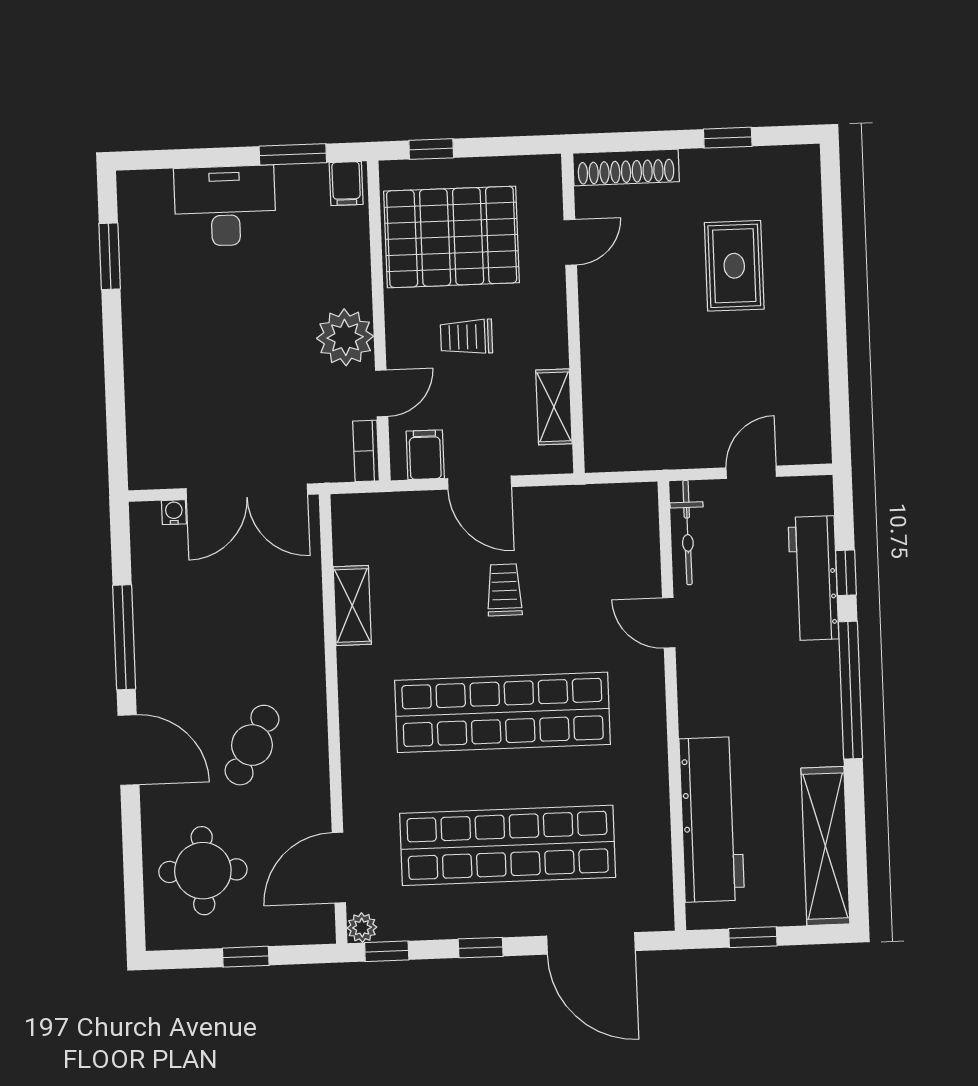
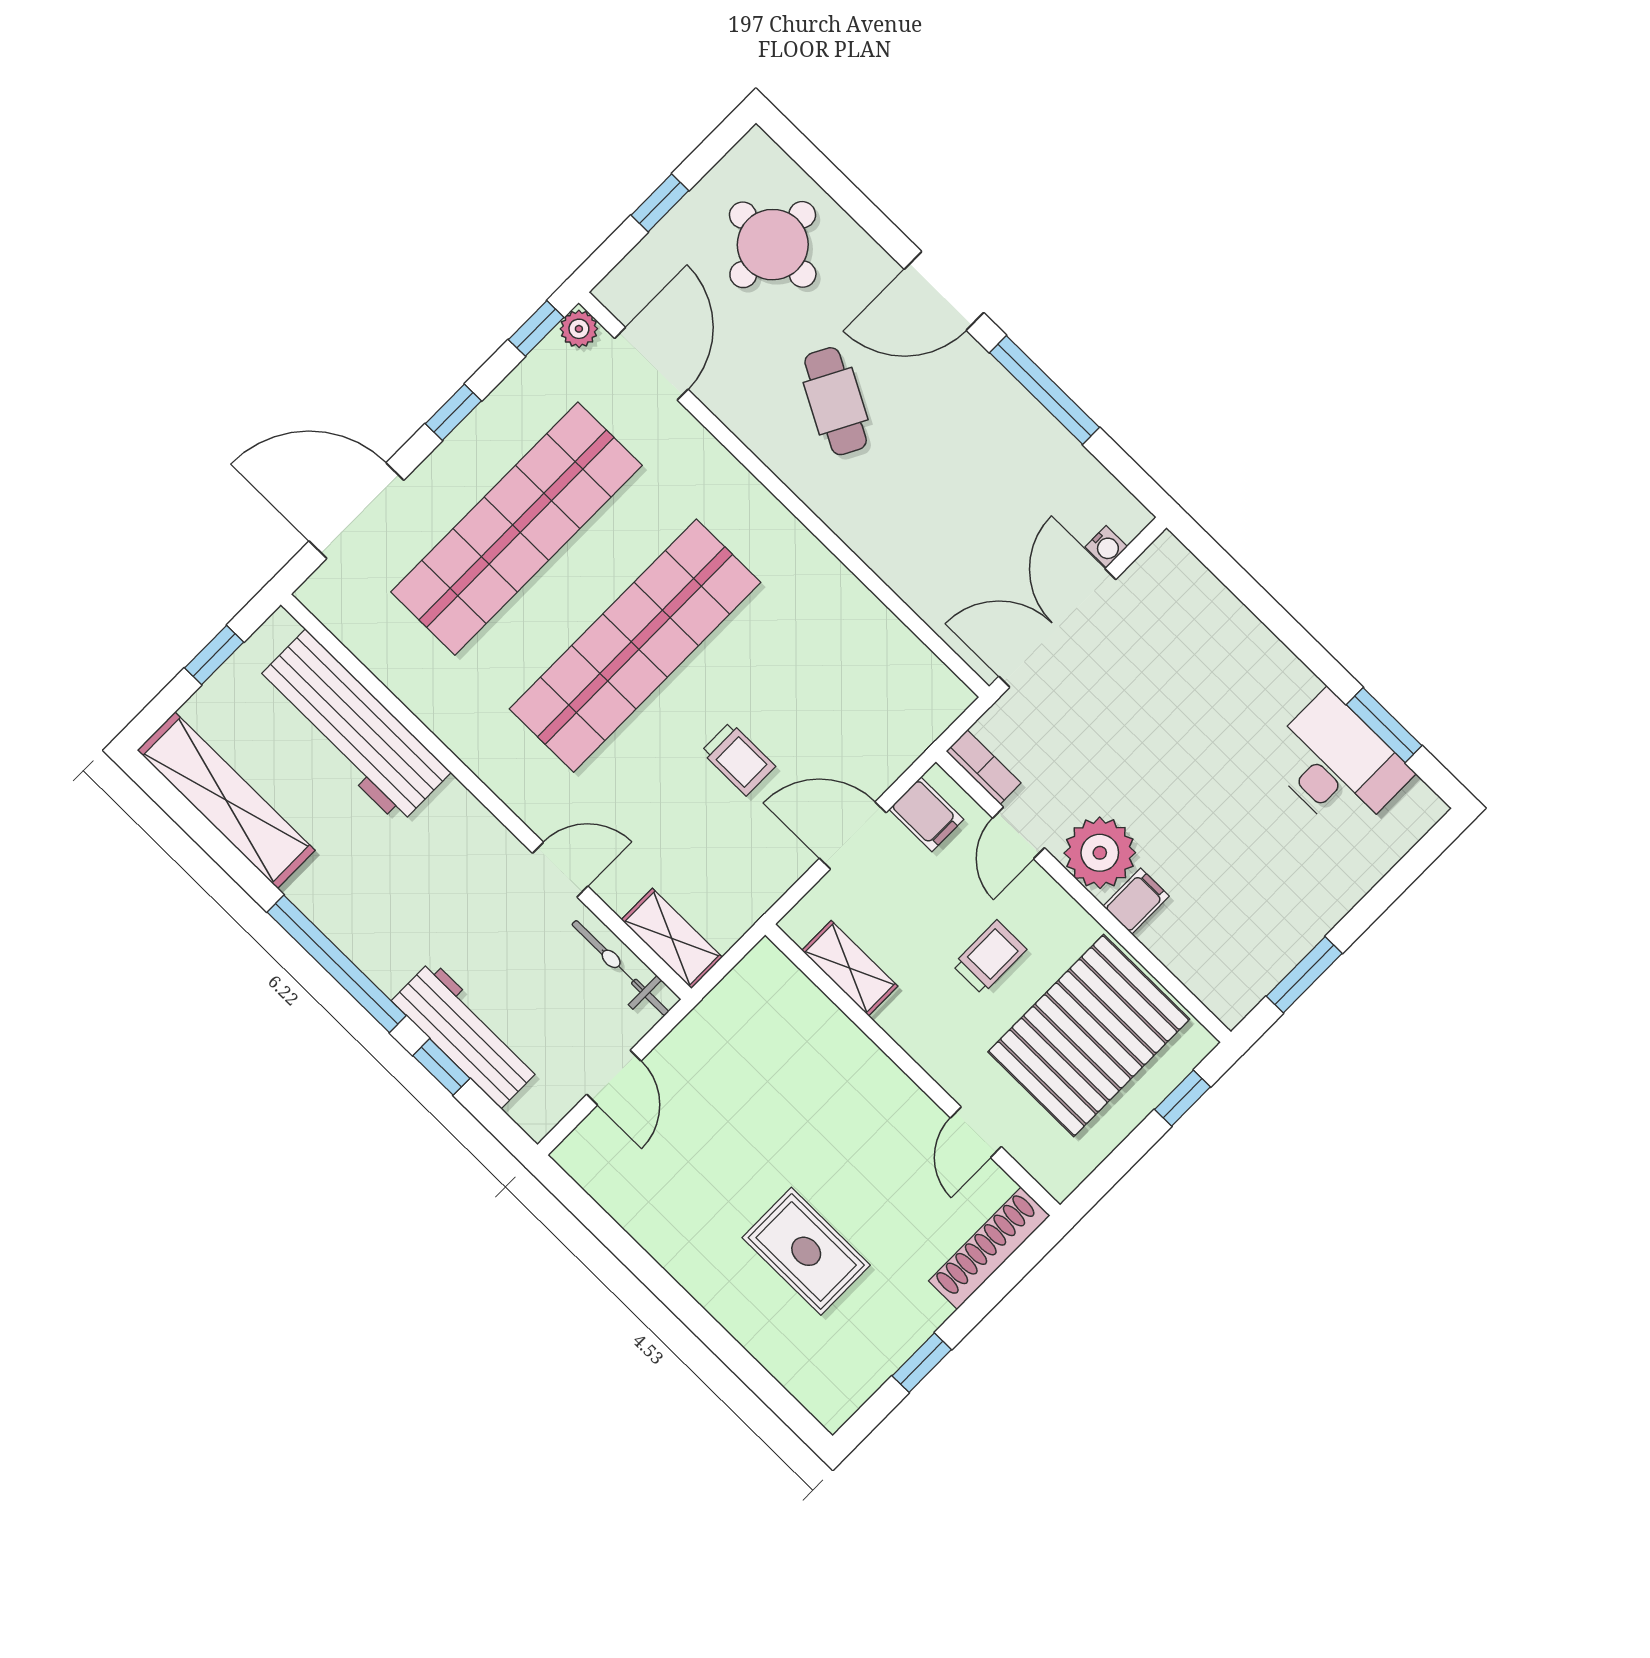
filing cabinet: (346, 183) -> (1136, 901), moved, turned 90
desk: (225, 206) -> (1337, 765), moved, turned -90
shelving: (352, 605) -> (672, 938), moved

